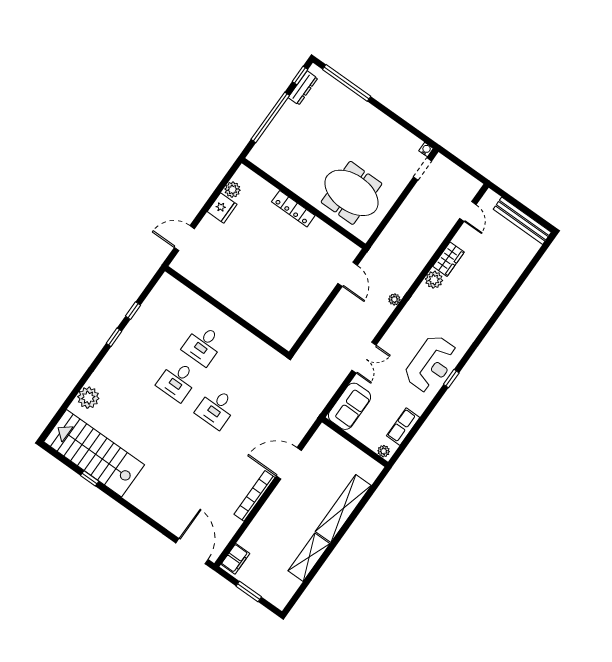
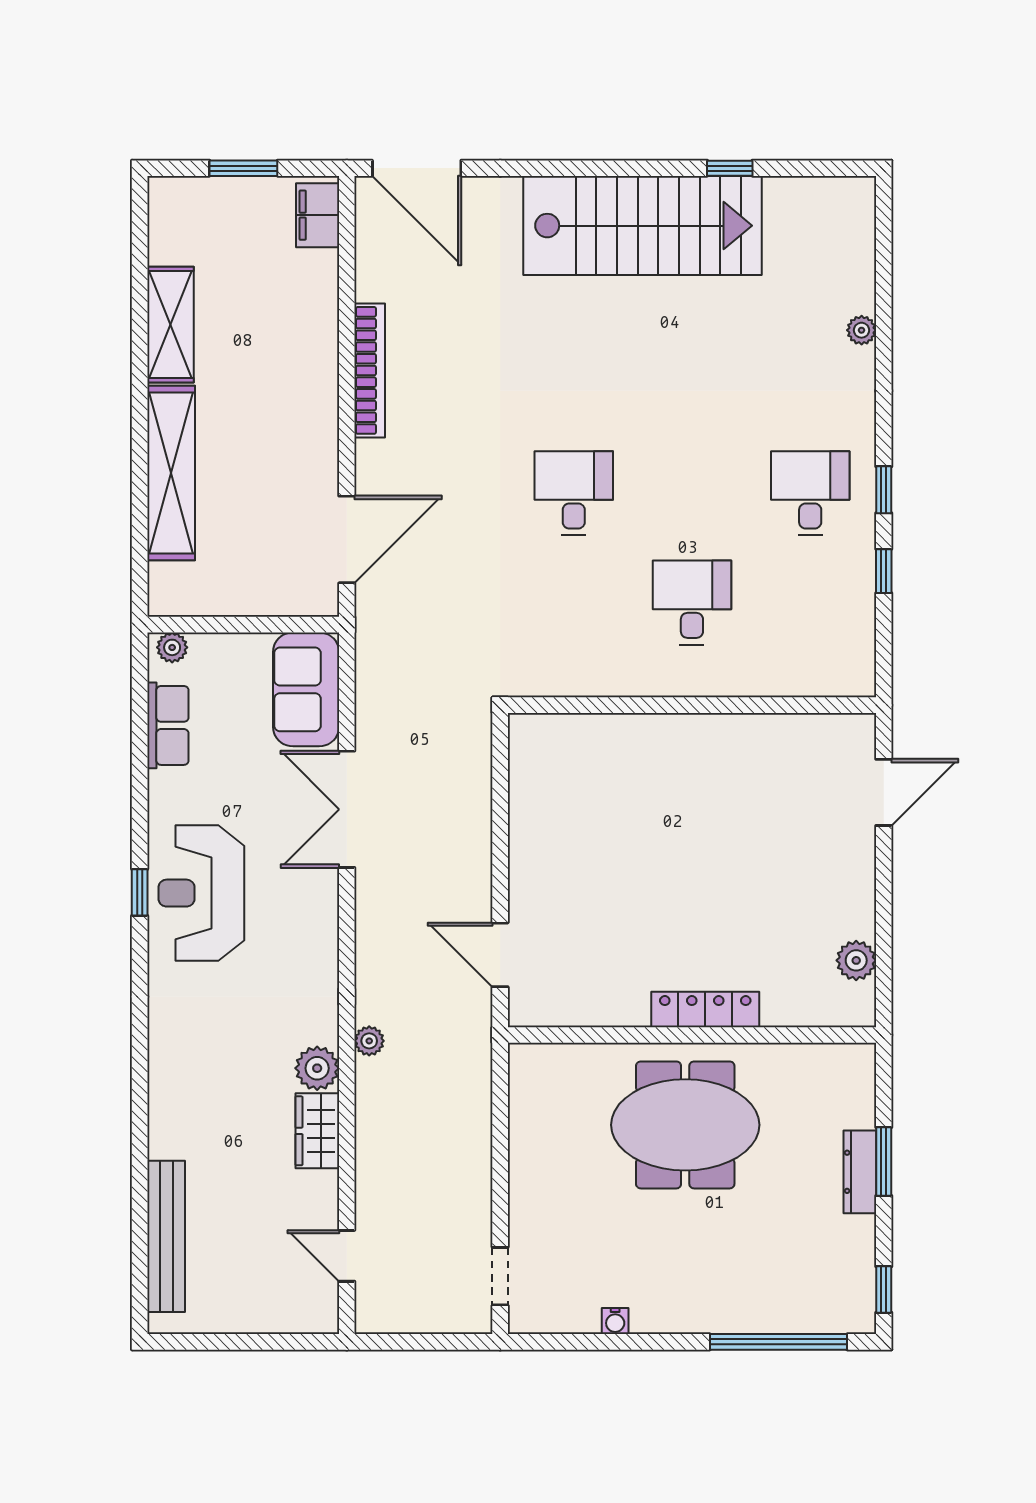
dresser: (303, 88) -> (860, 1172), moved
window: (270, 117) -> (884, 1161), width x0.47
water cooler: (426, 150) -> (615, 1321), moved
meeting table: (352, 193) -> (685, 1125), moved
fridge: (222, 208) -> (851, 908), removed
bench: (522, 221) -> (166, 1236), moved, turned 90
plant: (394, 299) -> (369, 1041), moved
double door: (364, 358) -> (347, 809), width x1.37
desk: (178, 381) -> (810, 493), moved
plant: (88, 398) -> (862, 330), width x0.53, depth x0.53
stairs: (94, 453) -> (643, 226), moved
door: (289, 463) -> (347, 539), moved

